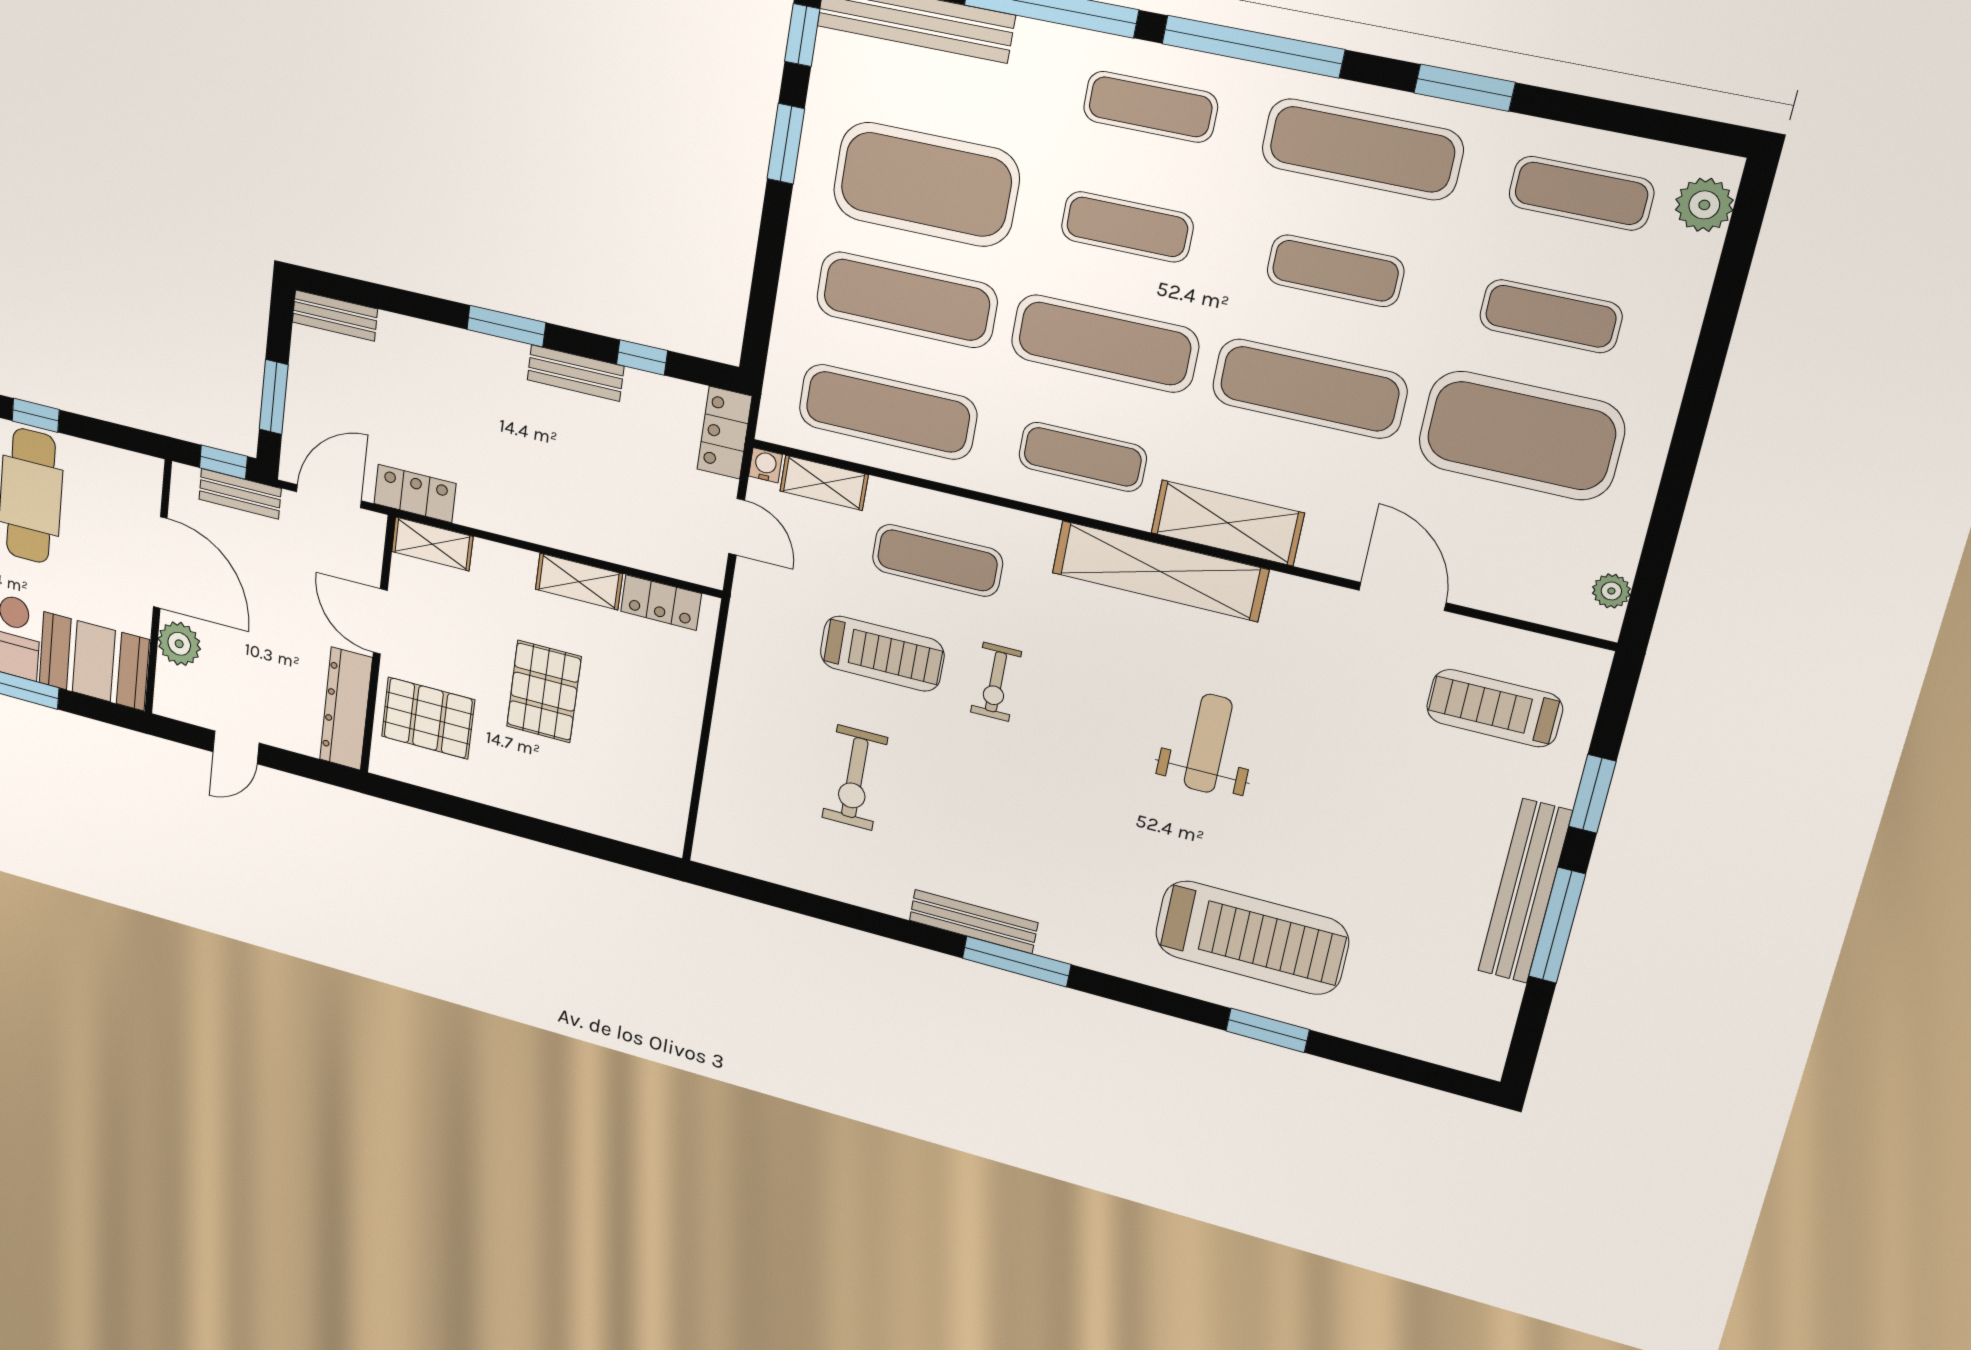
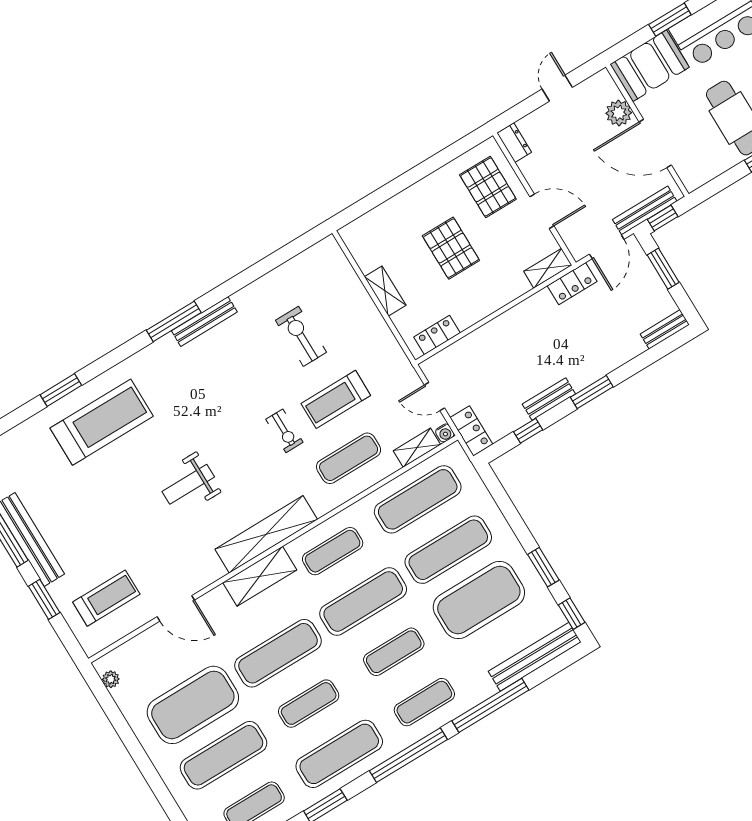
exercise mat: (1551, 316) -> (223, 755), width x1.36, depth x1.45
bench: (240, 494) -> (645, 210), width x1.36
shelving: (579, 582) -> (385, 291), moved, turned 90
exercise bike: (996, 682) -> (284, 431), turned 180
dresser: (346, 709) -> (514, 143), width x0.51, depth x0.80
pallet: (428, 718) -> (488, 187), turned 90
weight bench: (1208, 743) -> (188, 484), turned 90
treadmill: (1252, 938) -> (102, 422), turned 180

